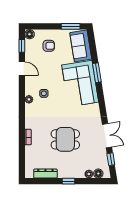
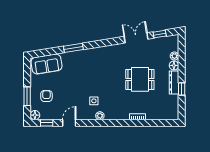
window: (71, 26) -> (27, 96), moved
corner sofa: (80, 84) -> (84, 65), removed
dining table: (65, 139) -> (140, 79), turned 90
dresser: (45, 174) -> (174, 82), moved
floor lamp: (98, 174) -> (174, 65), moved
window: (69, 181) -> (182, 89), moved

